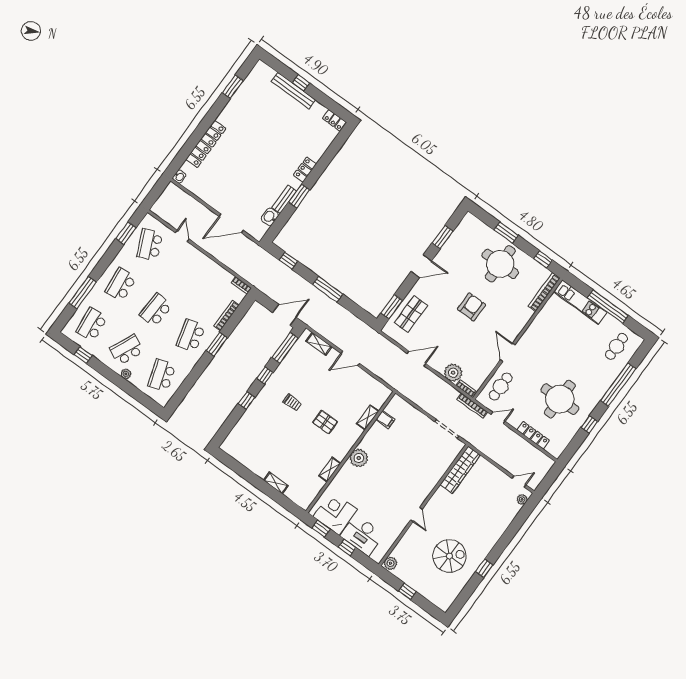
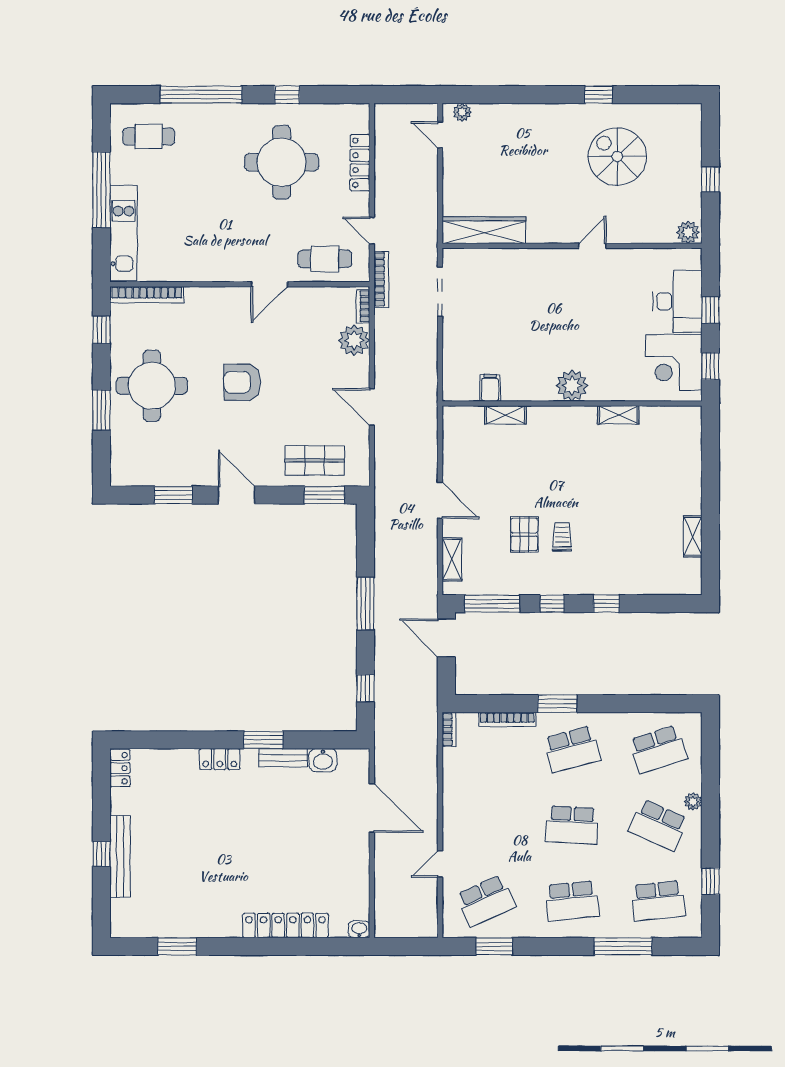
pallet: (325, 422) -> (524, 534), moved
shelving: (276, 483) -> (693, 536), moved

